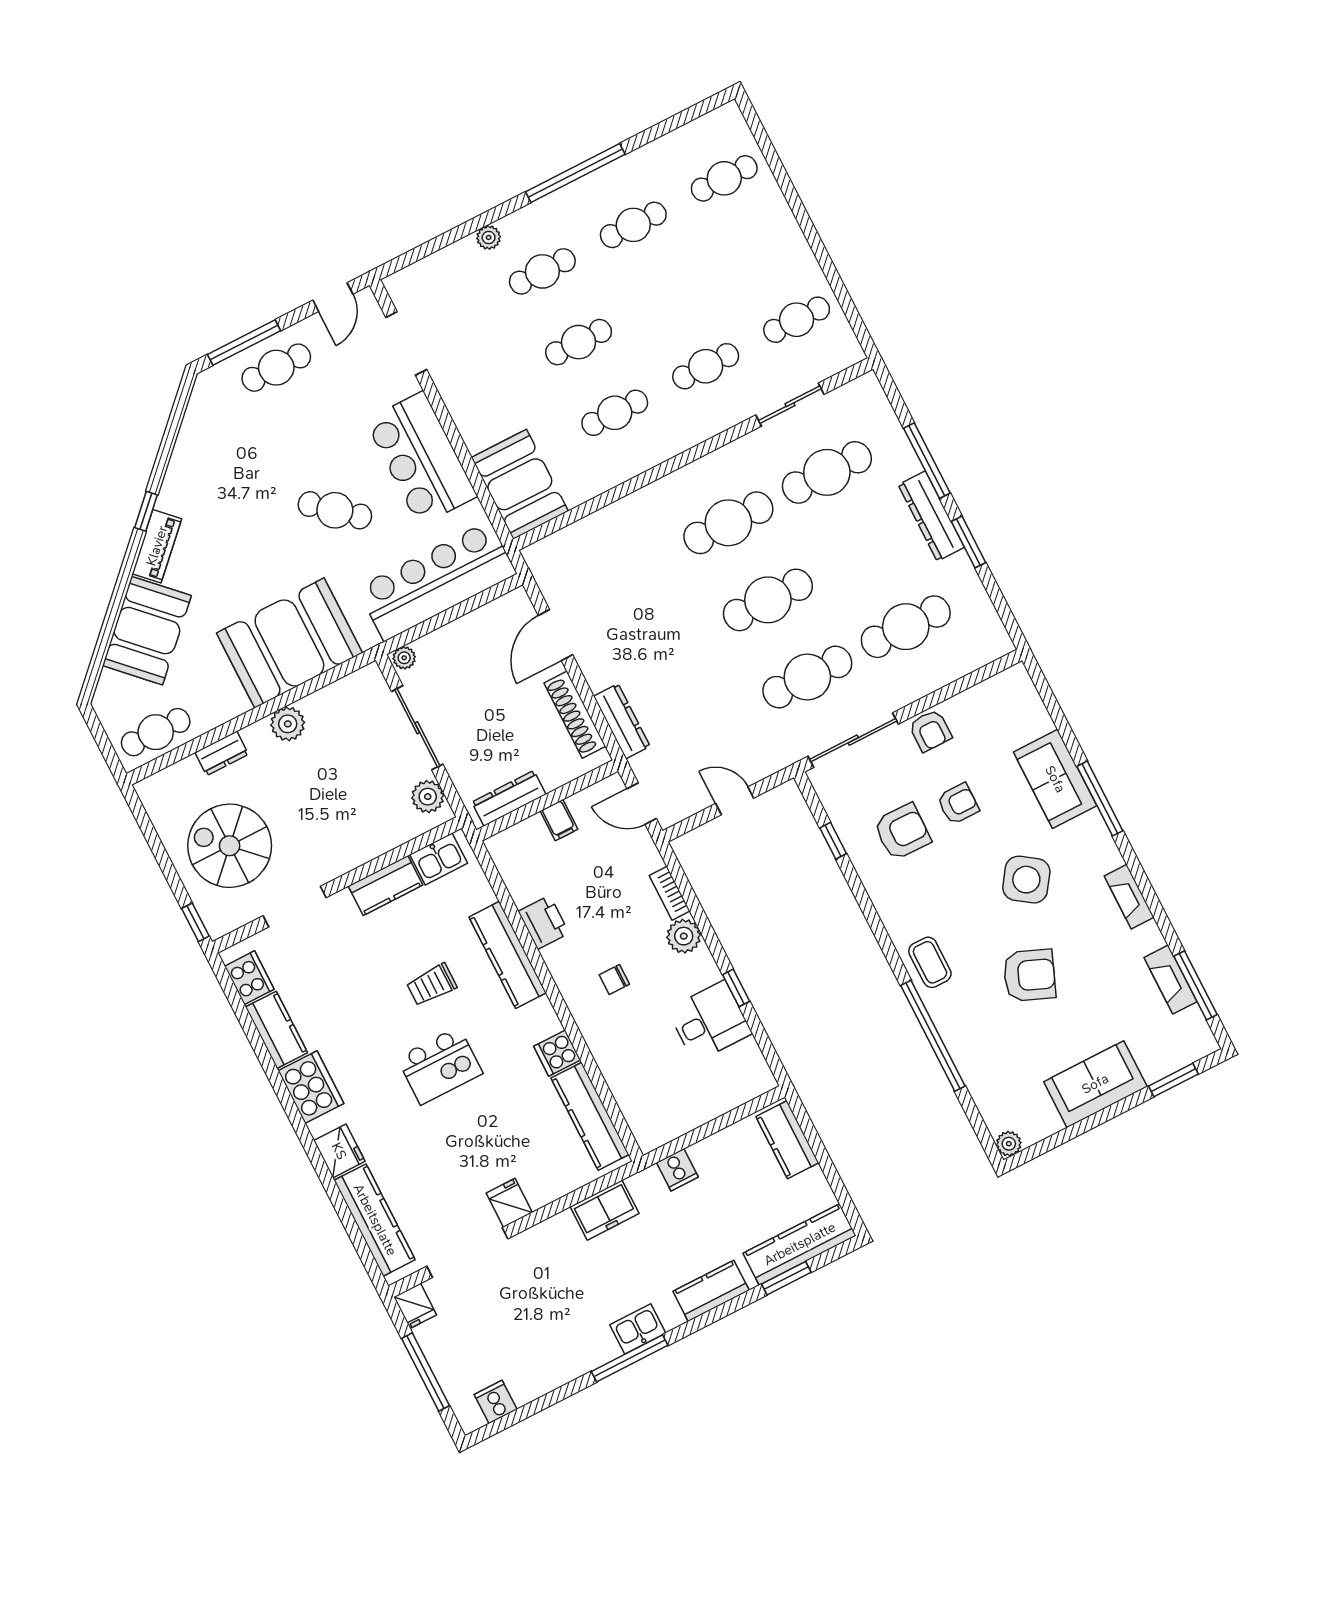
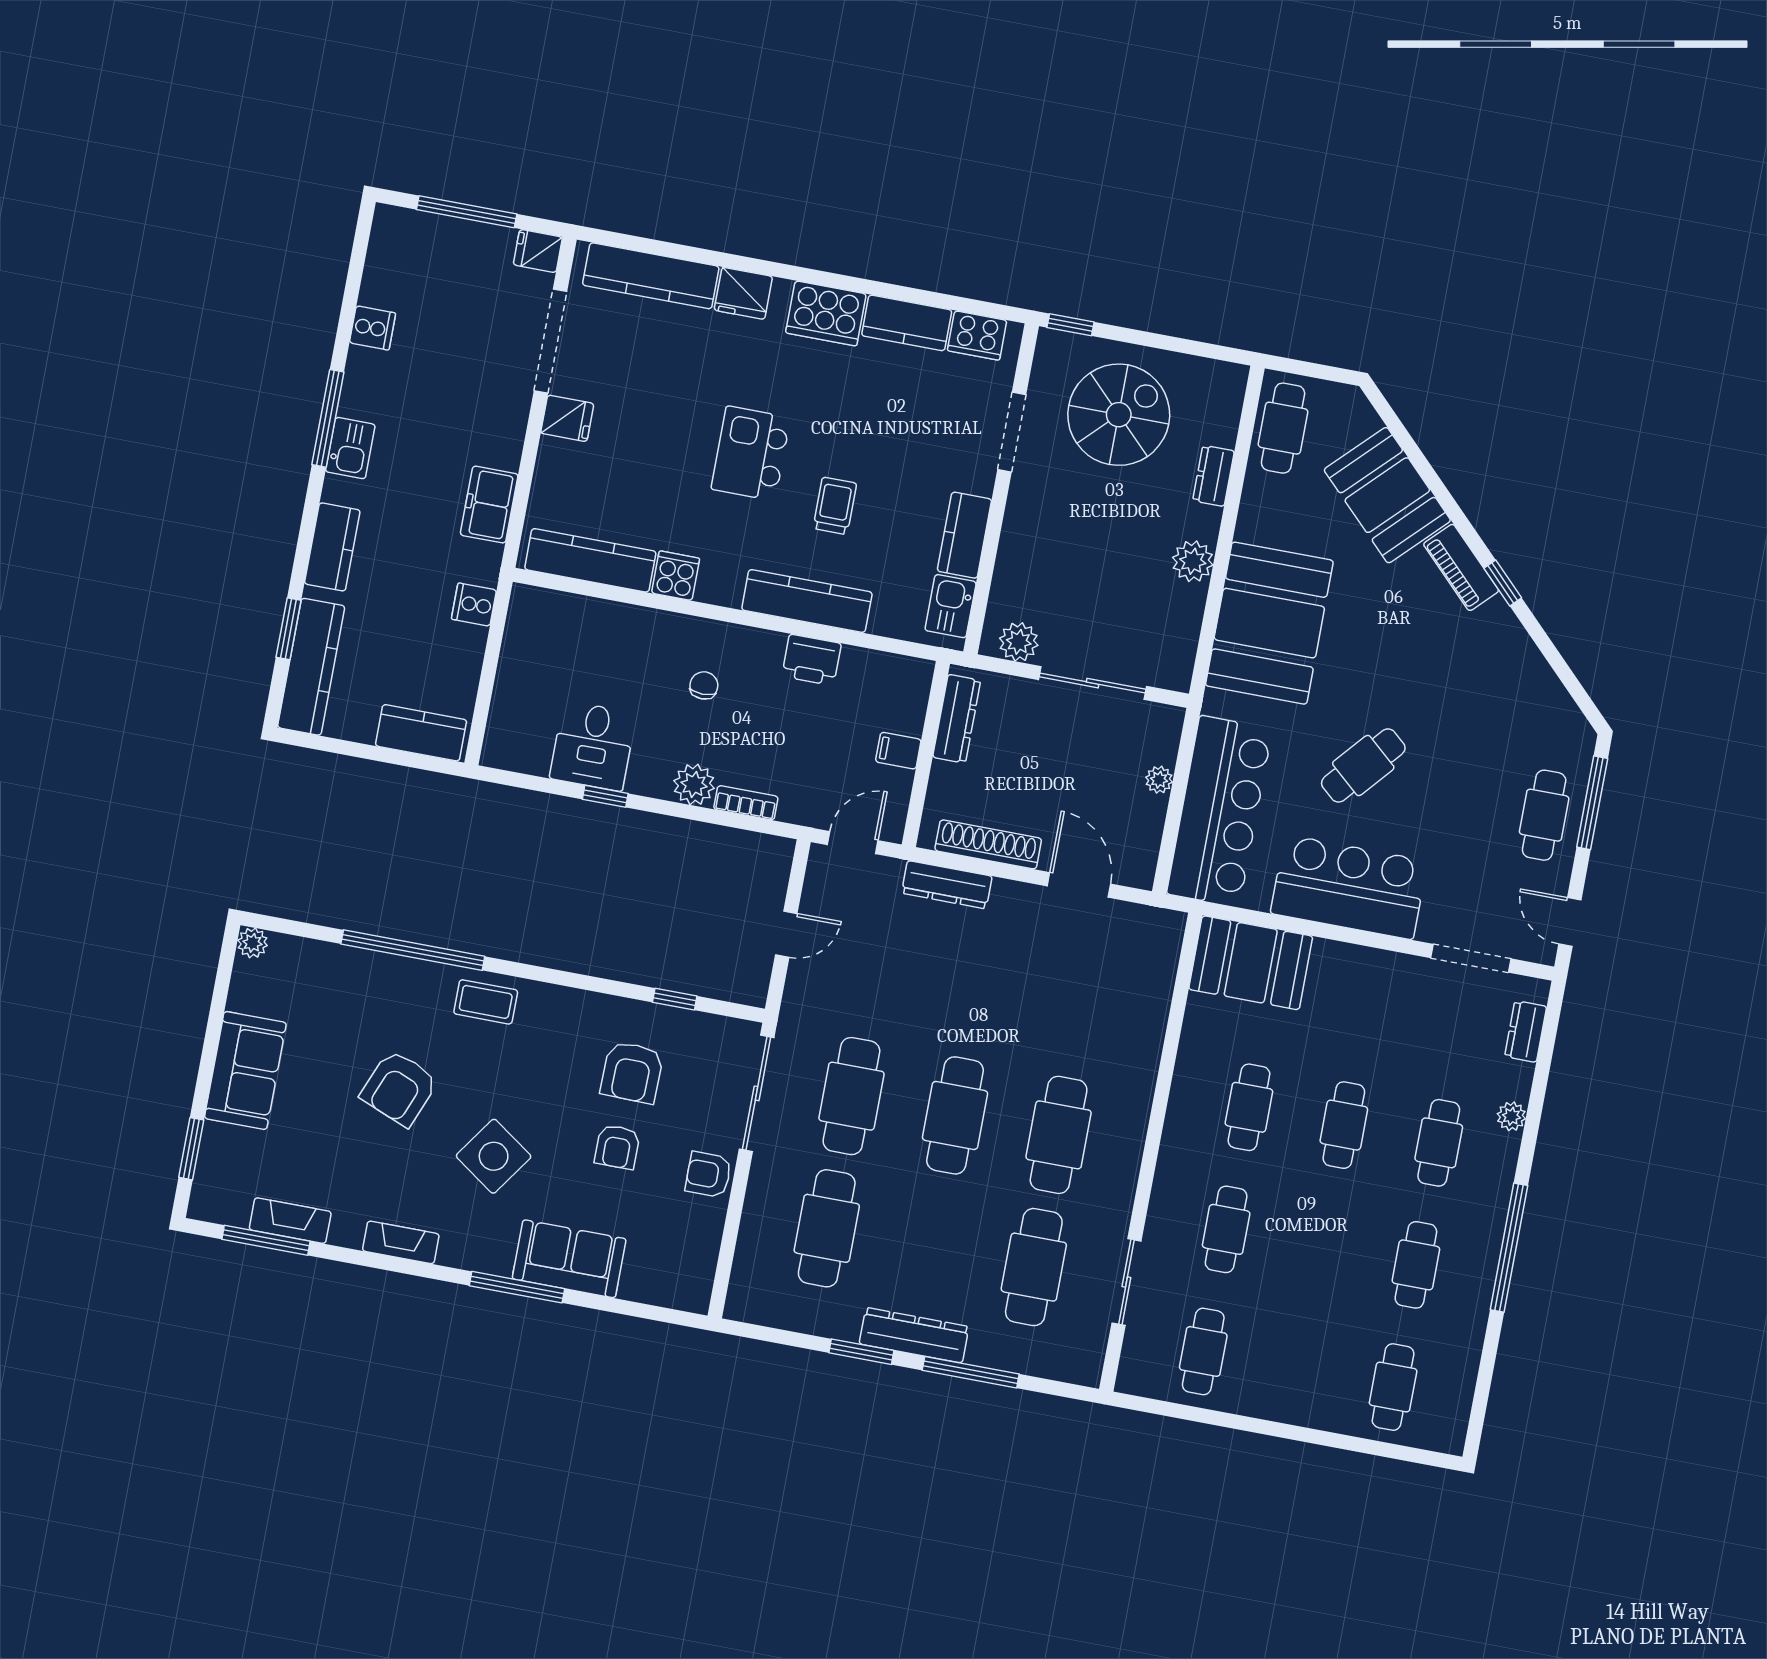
dresser: (426, 271) -> (1526, 1031), added
plant: (404, 658) -> (1159, 780), moved
cooker: (496, 1402) -> (373, 328), moved

